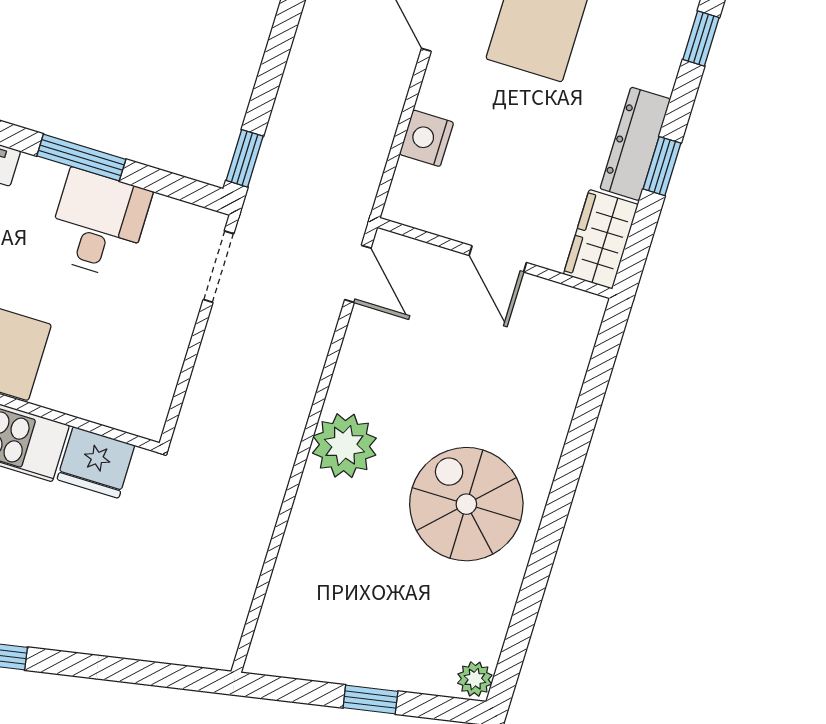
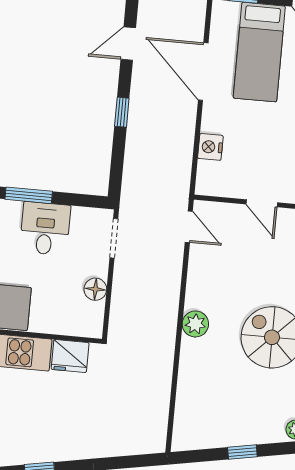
window: (245, 158) -> (122, 112), moved
floor lamp: (166, 352) -> (95, 289), added
plant: (344, 446) -> (195, 324), width x0.73, depth x0.73

